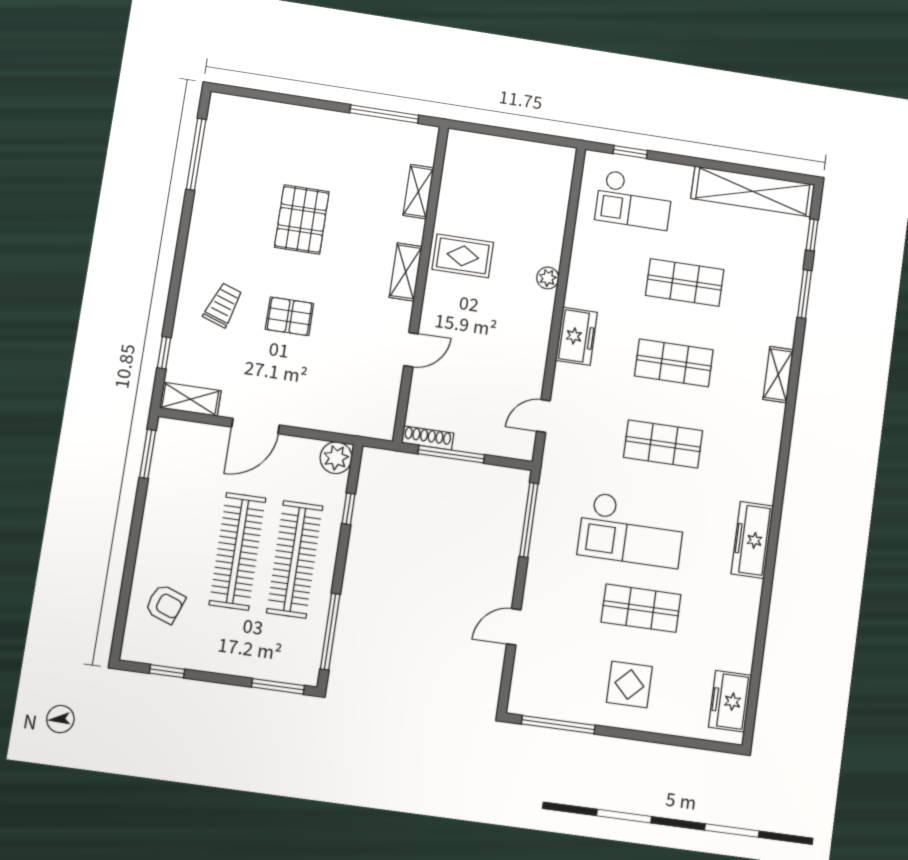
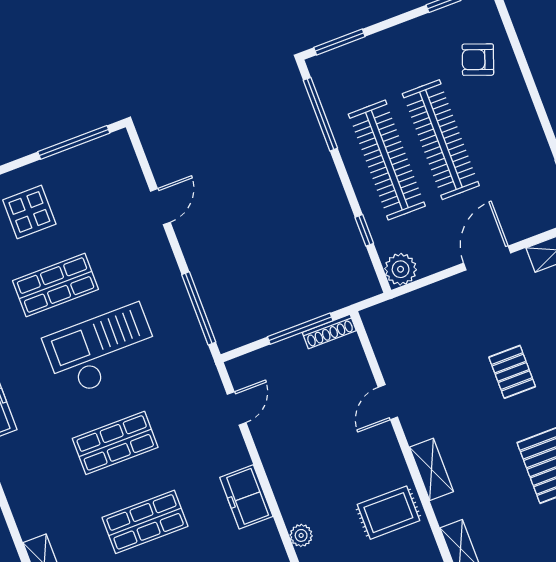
pallet: (290, 316) -> (512, 372), turned 90

